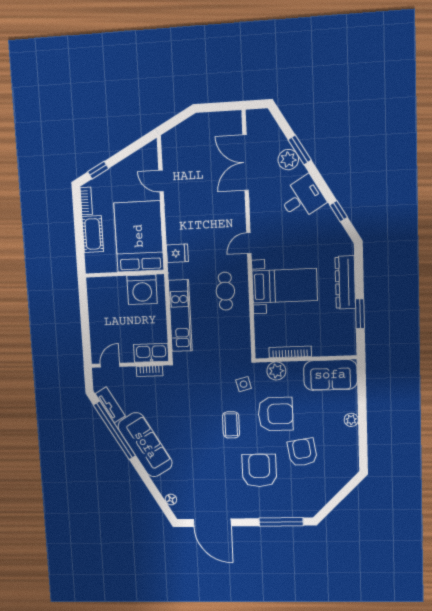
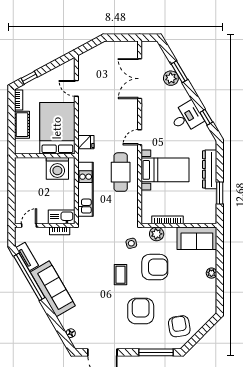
desk: (302, 198) -> (186, 117), moved
cafe table: (225, 291) -> (121, 172), width x1.37, depth x1.35
armchair: (302, 452) -> (179, 326), moved

